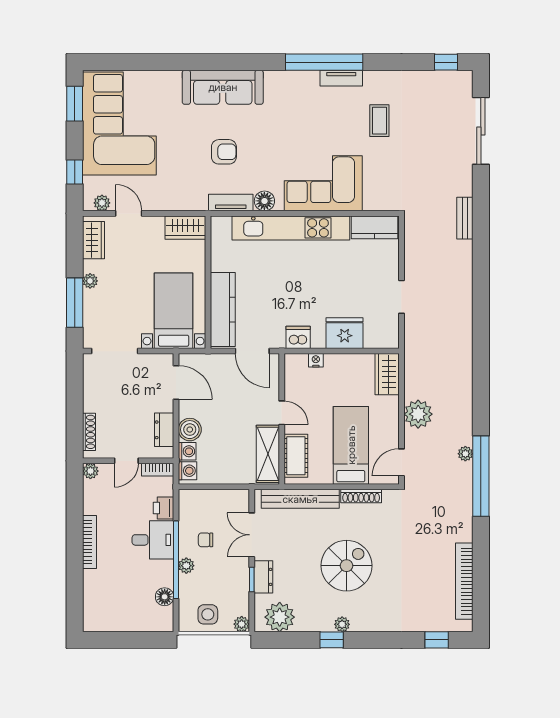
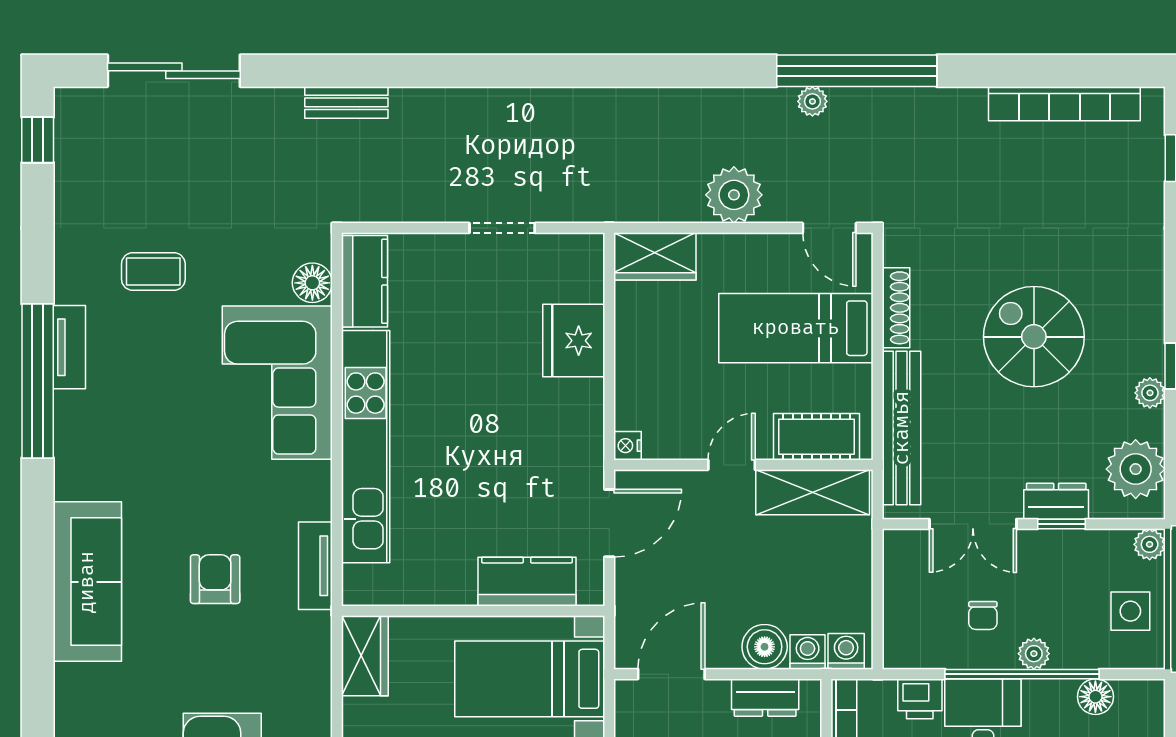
floor lamp: (264, 201) -> (312, 283), moved
kitchen counter: (223, 309) -> (527, 582), width x0.67
dishwasher: (298, 337) -> (582, 432), removed
nightstand: (316, 360) -> (628, 446), moved
plant: (342, 624) -> (1150, 393), moved

